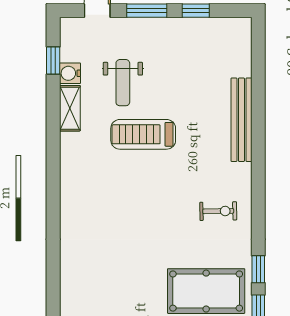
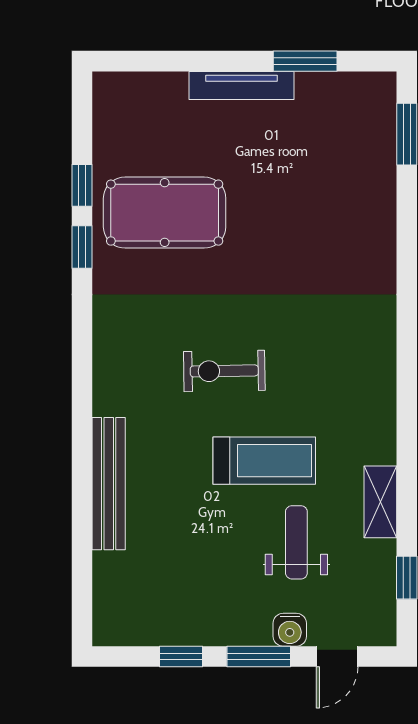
water cooler: (70, 73) -> (290, 630), moved, turned 90
exercise bike: (218, 211) -> (224, 371), moved, width x1.38, depth x1.39

